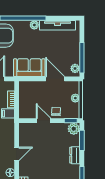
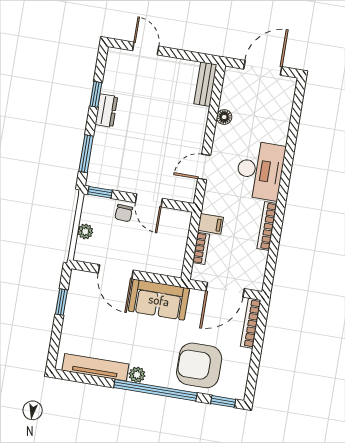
window: (82, 58) -> (61, 302), width x0.46
plant: (75, 68) -> (77, 285), removed
plant: (74, 129) -> (97, 177), removed
door: (17, 154) -> (204, 167), moved
dresser: (75, 155) -> (106, 111), moved

